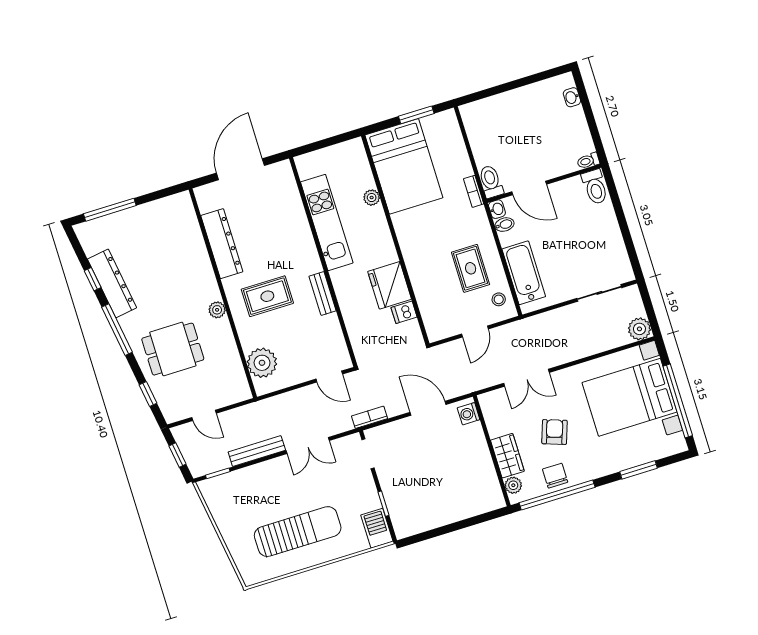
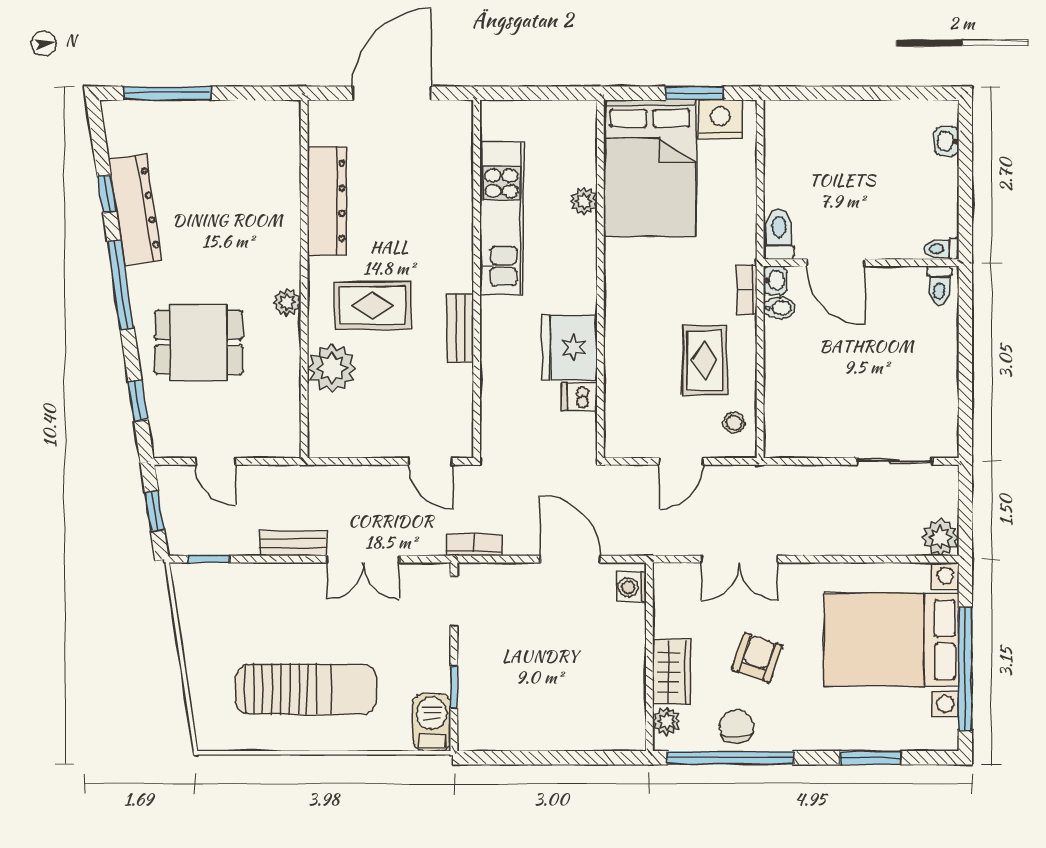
nightstand: (436, 125) -> (720, 119), added
toilet: (595, 187) -> (939, 285), width x0.73, depth x0.72
bookcase: (474, 191) -> (747, 290), moved
bathtub: (524, 273) -> (786, 393), removed
plant: (262, 363) -> (332, 368), moved
bench: (257, 451) -> (293, 543), width x0.73

